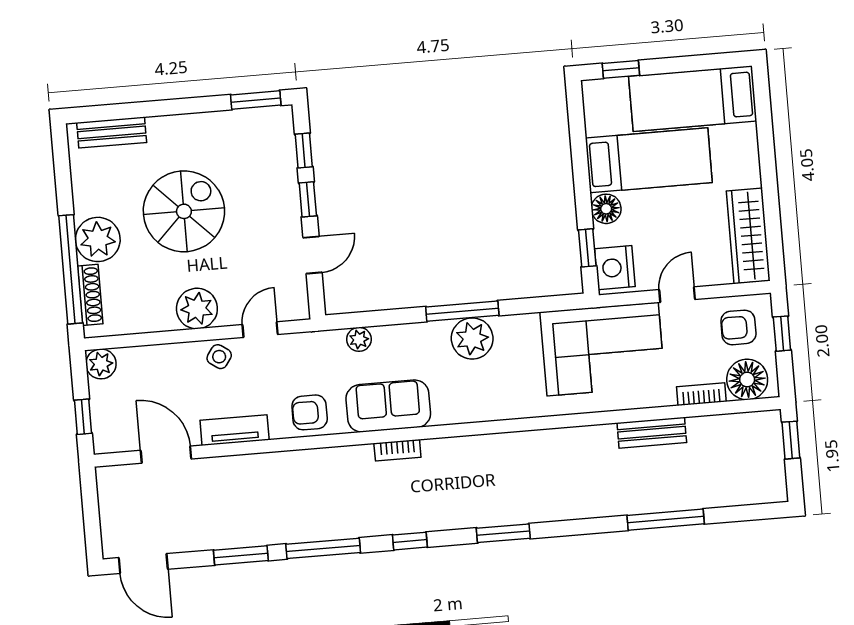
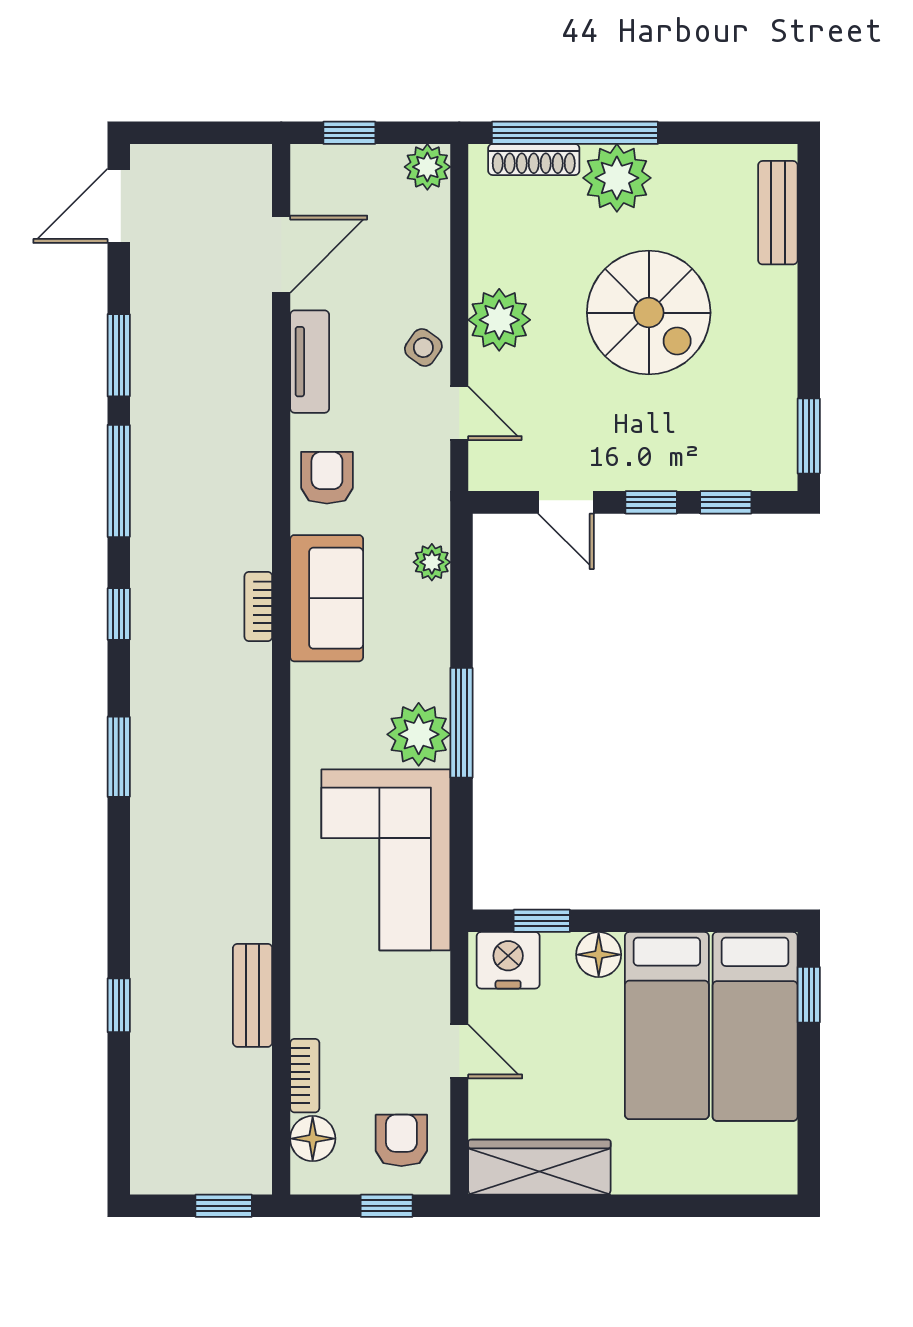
bed: (693, 99) -> (755, 1026), moved, turned 180
corner sofa: (603, 349) -> (386, 860), moved
floor lamp: (747, 380) -> (313, 1139), width x0.73, depth x0.73
window: (666, 520) -> (119, 1005), width x0.46

